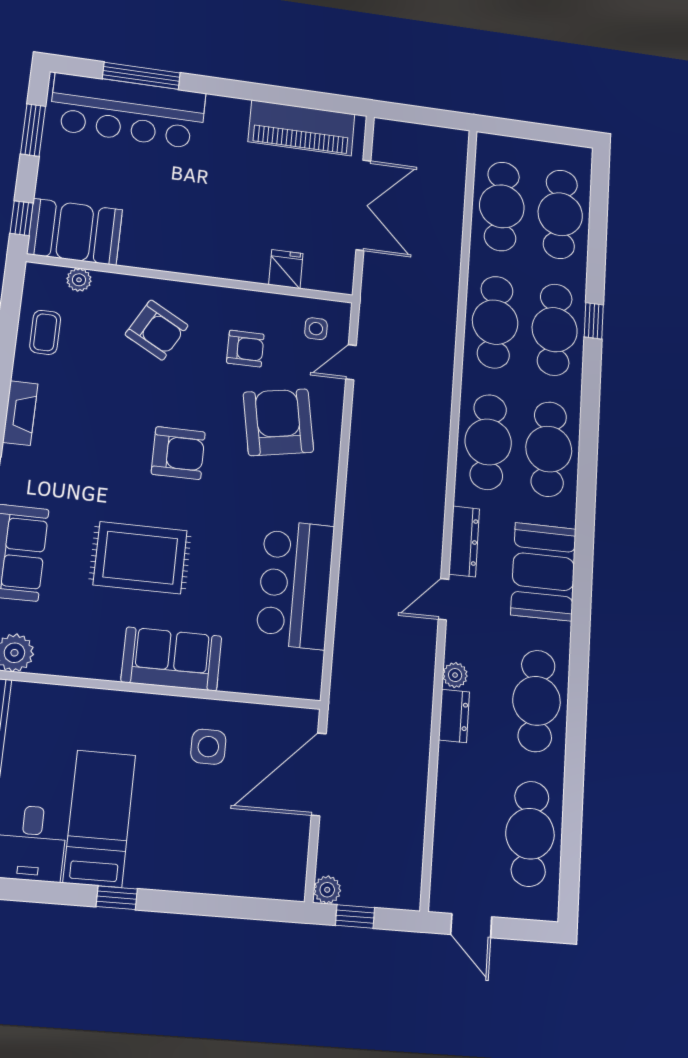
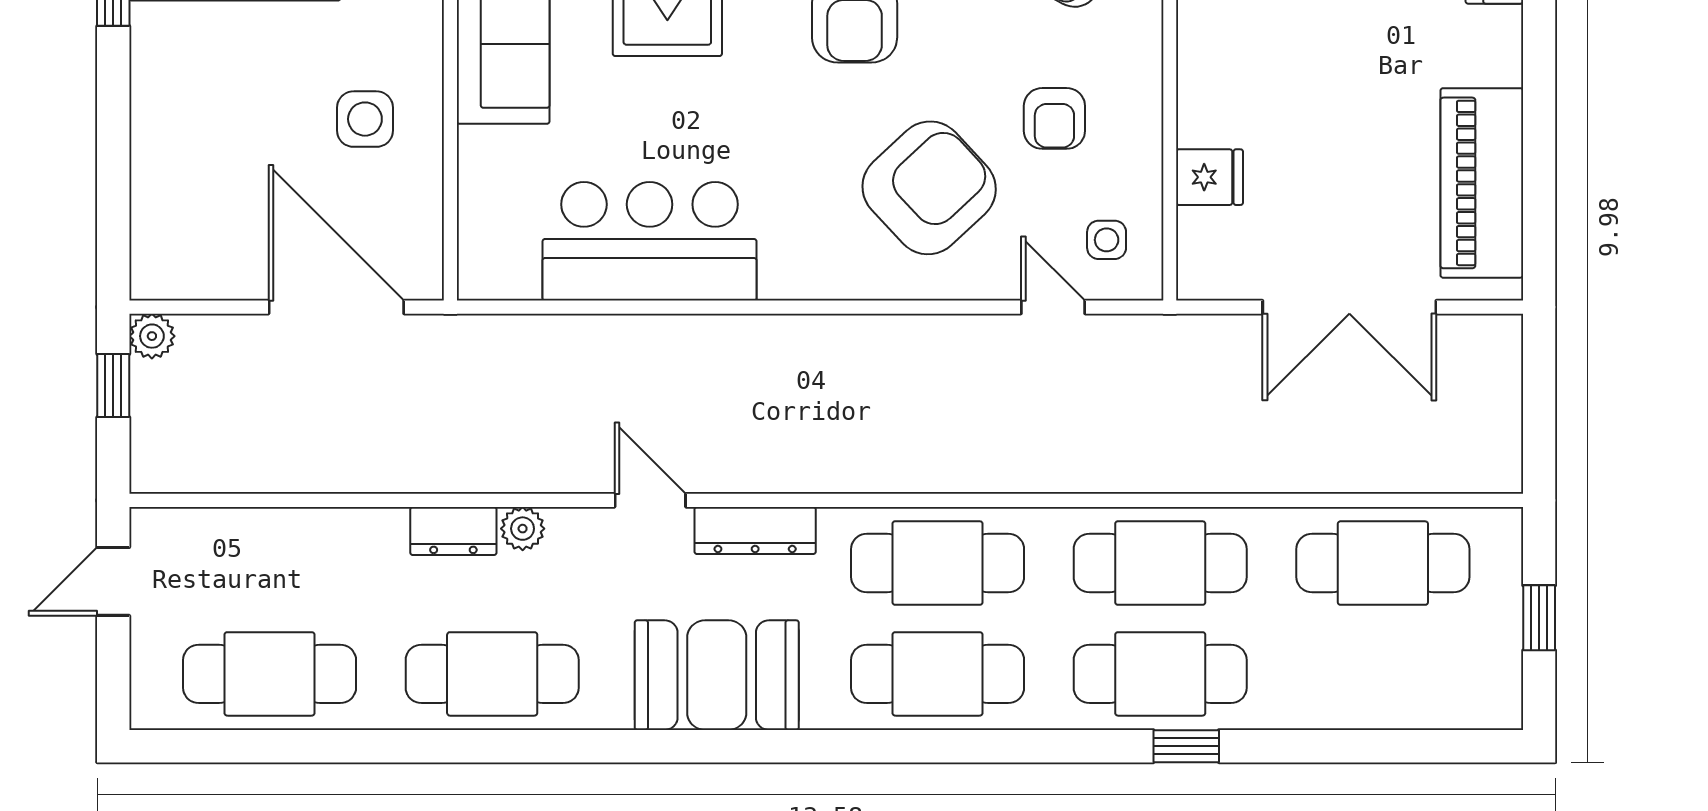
window: (535, 131) -> (1539, 618), added
cafe table: (560, 214) -> (1383, 674), removed
armchair: (278, 422) -> (929, 188), turned -33

